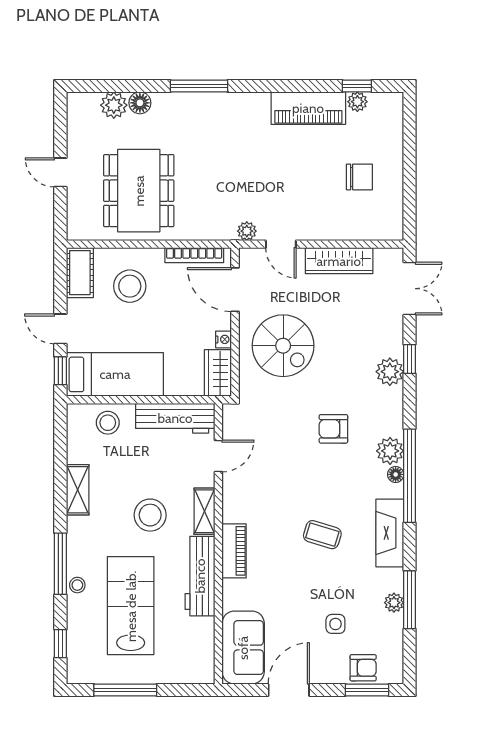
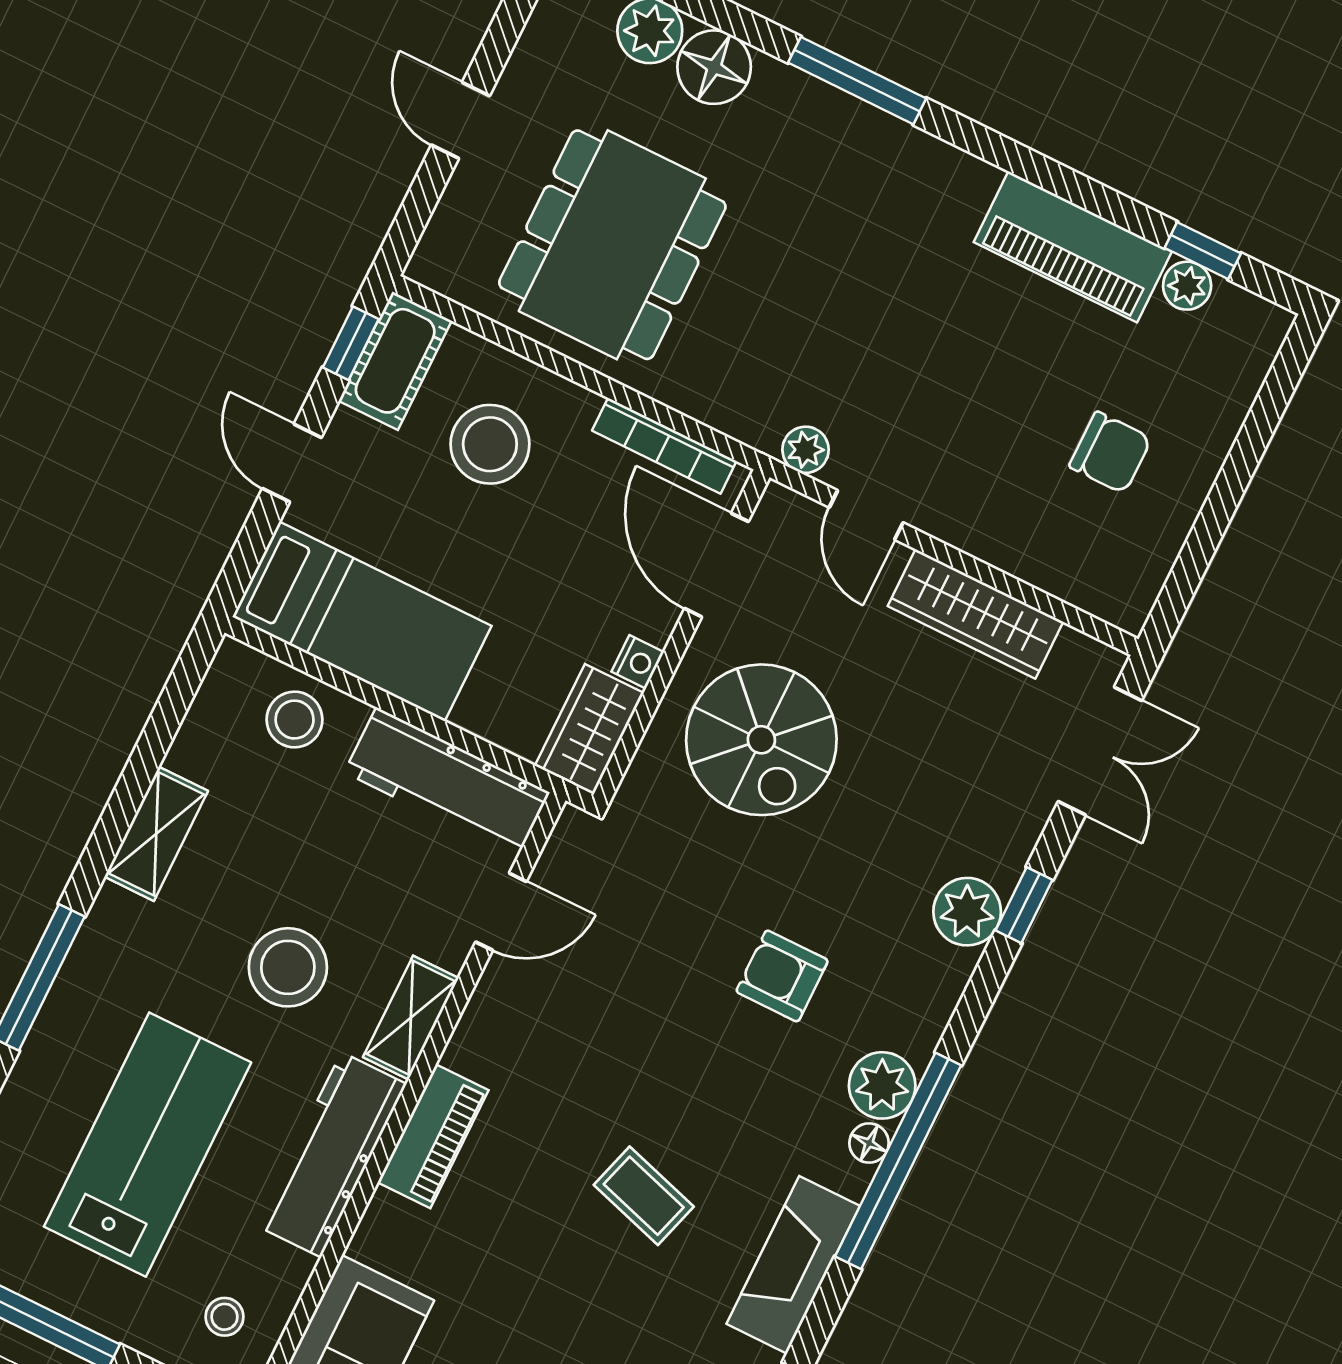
floor lamp: (140, 103) -> (714, 67), width x1.38, depth x1.38
window: (60, 371) -> (351, 343), moved
stool: (77, 585) -> (224, 1317), moved

